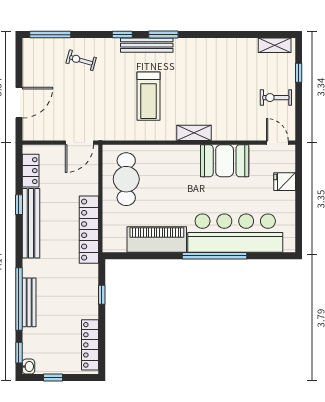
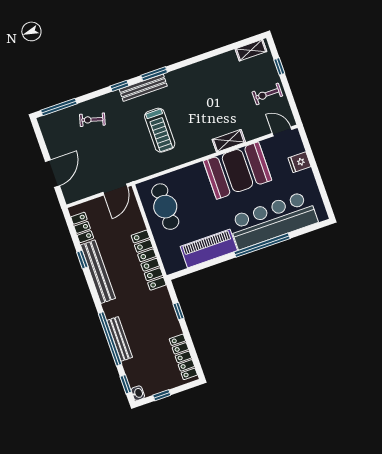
shelving: (194, 133) -> (229, 141), moved
booth: (225, 161) -> (237, 171), width x1.36, depth x1.42

